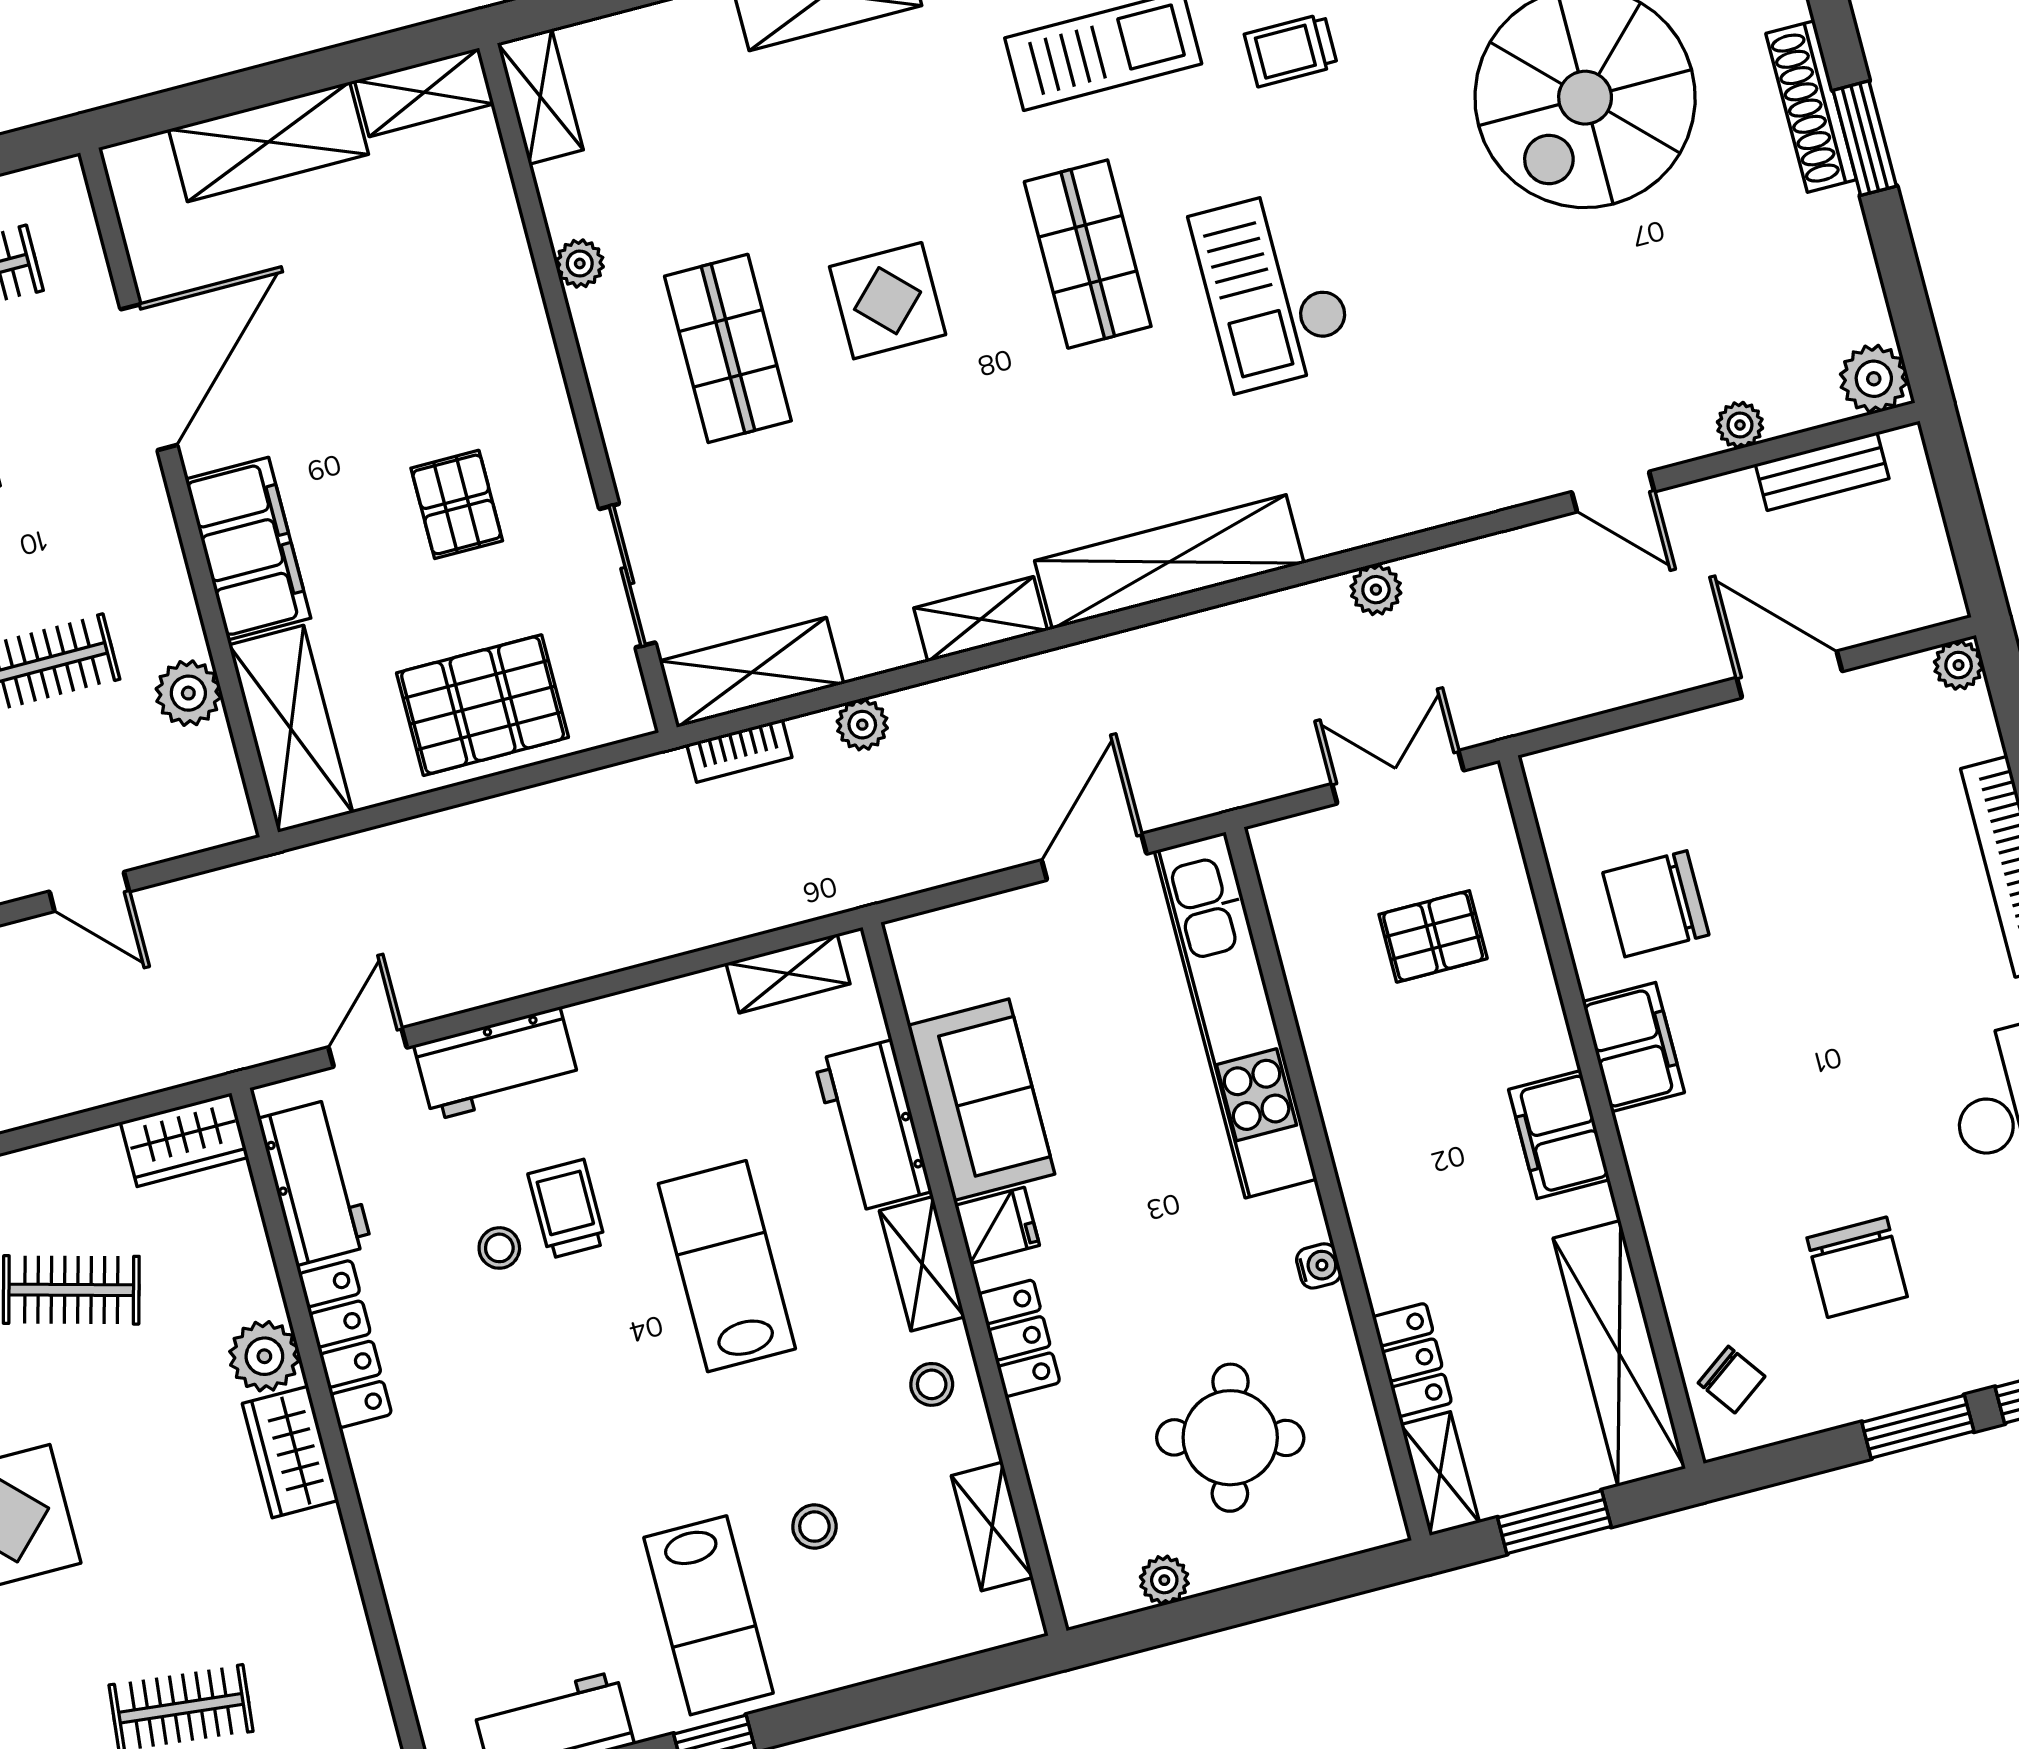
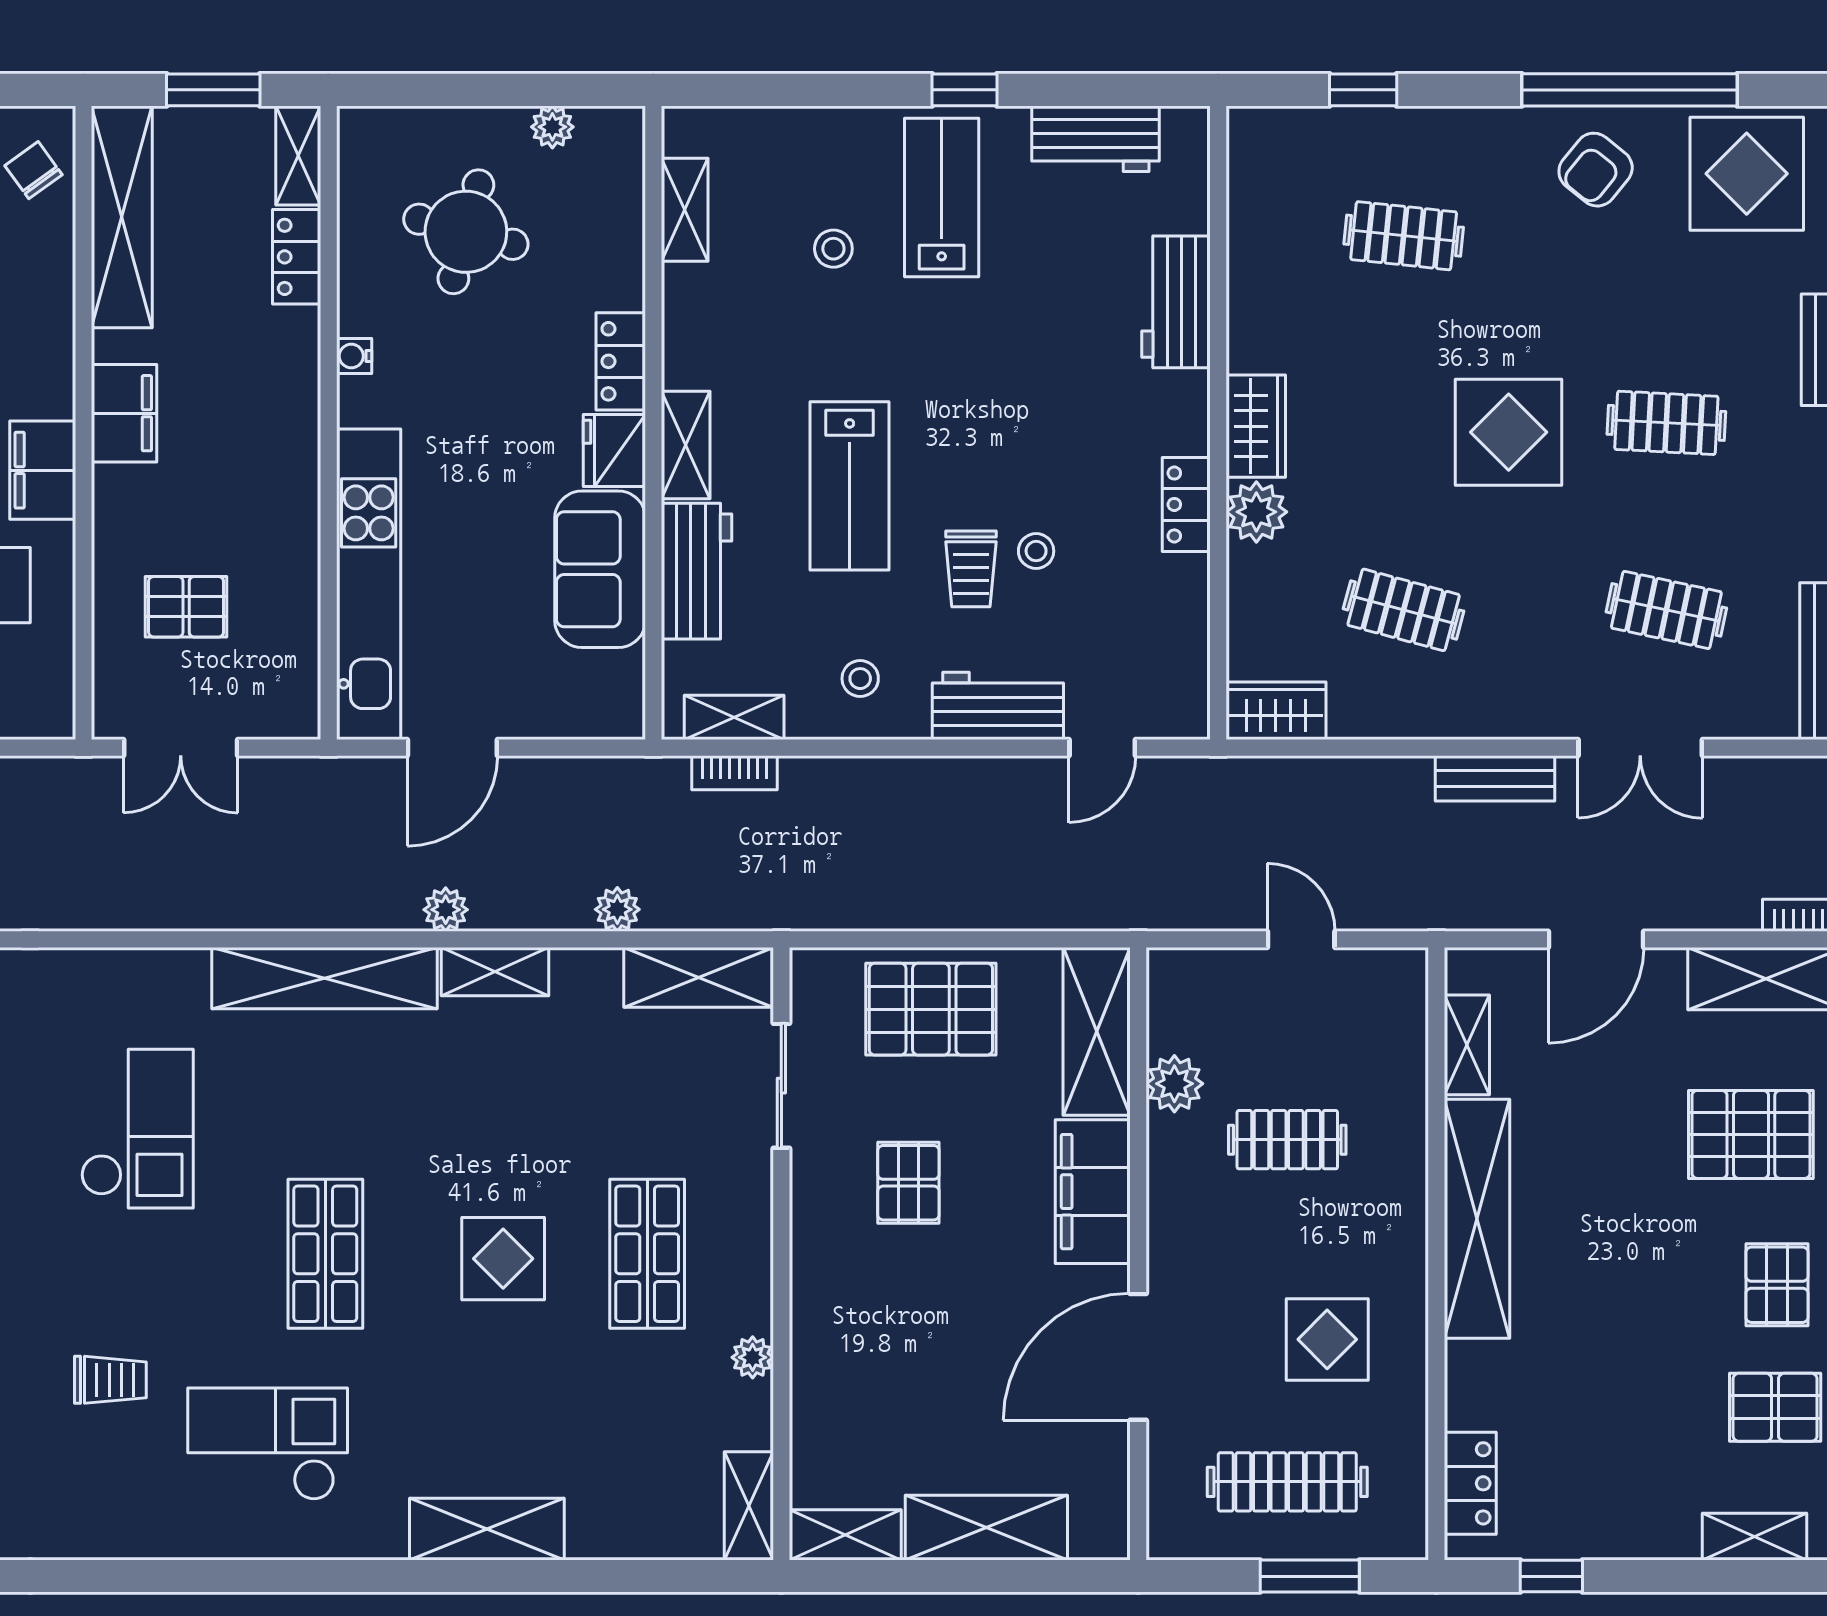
checkout: (1273, 289) -> (137, 1129), moved
plant: (1376, 590) -> (446, 910), moved
bookcase: (739, 751) -> (734, 773), moved, turned 180
workbench: (315, 1182) -> (1176, 302), moved
fridge: (997, 1225) -> (614, 451), width x1.38
locker: (345, 1344) -> (1186, 504), width x0.66
stool: (932, 1384) -> (860, 679), moved

